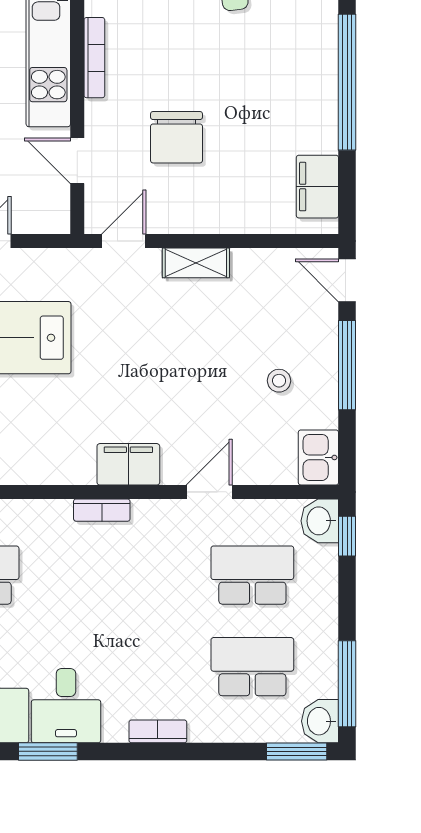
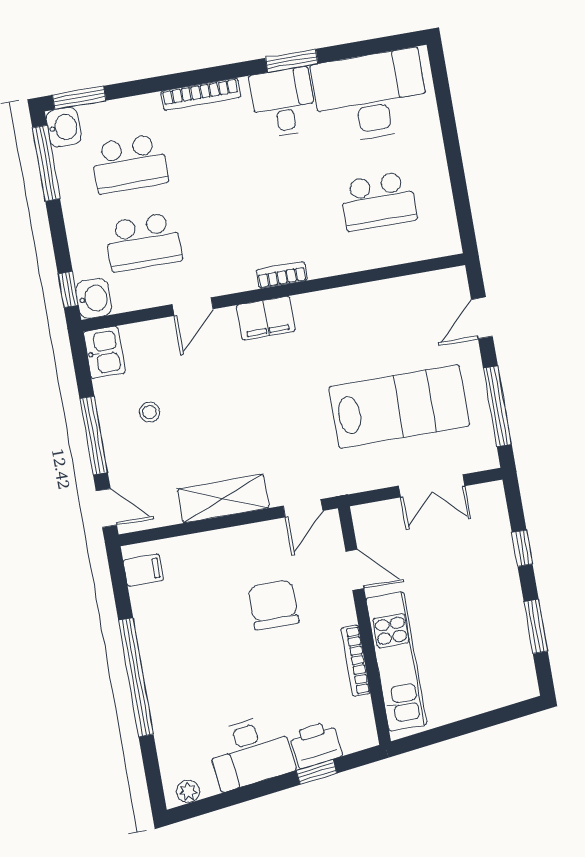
filing cabinet: (317, 187) -> (143, 570), width x0.50
shelving: (196, 263) -> (223, 499), width x1.50, depth x1.33
bookcase: (158, 731) -> (201, 94), width x1.56

